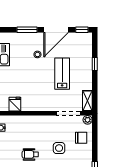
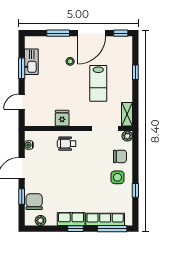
lab bench: (62, 74) -> (98, 83), turned 180
fridge: (15, 104) -> (62, 118), moved
side table: (59, 148) -> (117, 177), moved
wheelchair: (30, 154) -> (67, 144), moved

